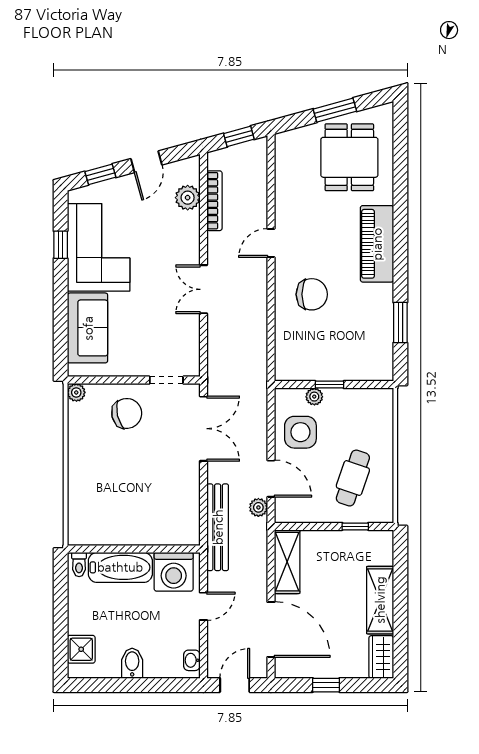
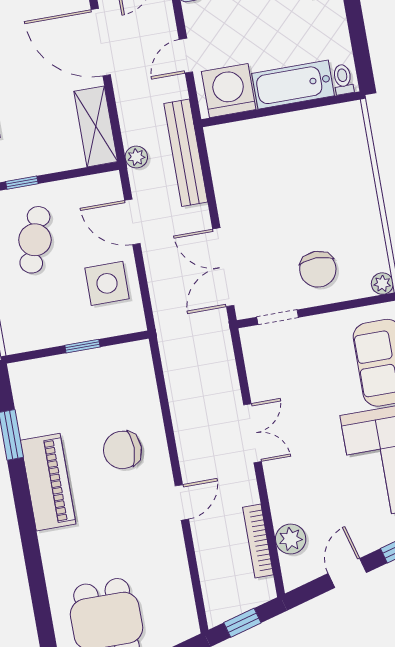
piano: (377, 244) -> (48, 482), moved
plant: (314, 397) -> (98, 329), removed
chair: (127, 413) -> (318, 269), turned -77
plant: (258, 507) -> (136, 157), moved

